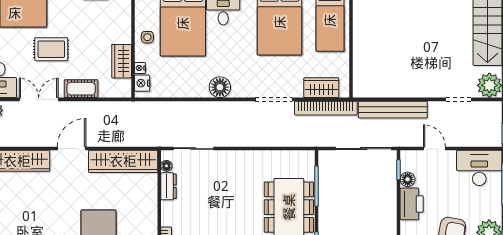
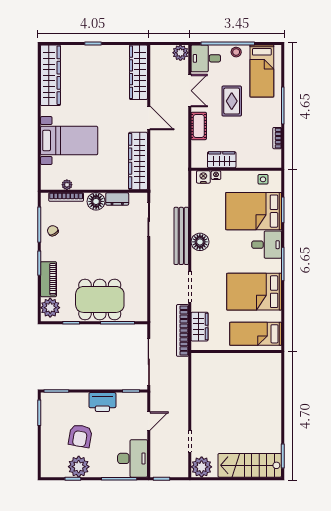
side table: (147, 37) -> (263, 179), moved
bench: (393, 110) -> (181, 236), moved
floor lamp: (166, 166) -> (96, 201), moved, width x1.89, depth x1.89
floor lamp: (408, 179) -> (123, 399), removed

